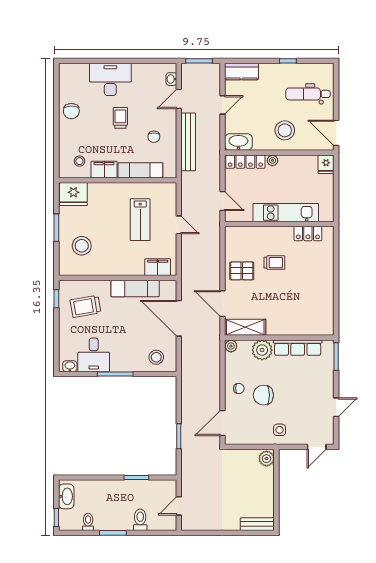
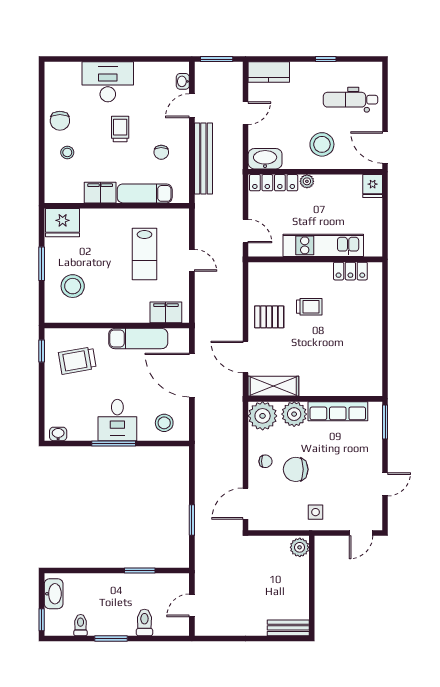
stool: (79, 161) -> (67, 152), moved
plant: (231, 346) -> (263, 416), width x1.88, depth x1.88
desk: (94, 355) -> (117, 420), moved

